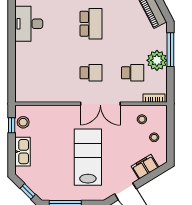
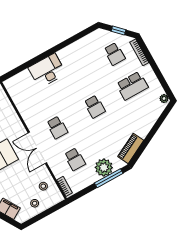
desk: (29, 24) -> (47, 71), moved
school desk: (91, 24) -> (95, 107), width x0.54
plant: (157, 60) -> (104, 167), moved

